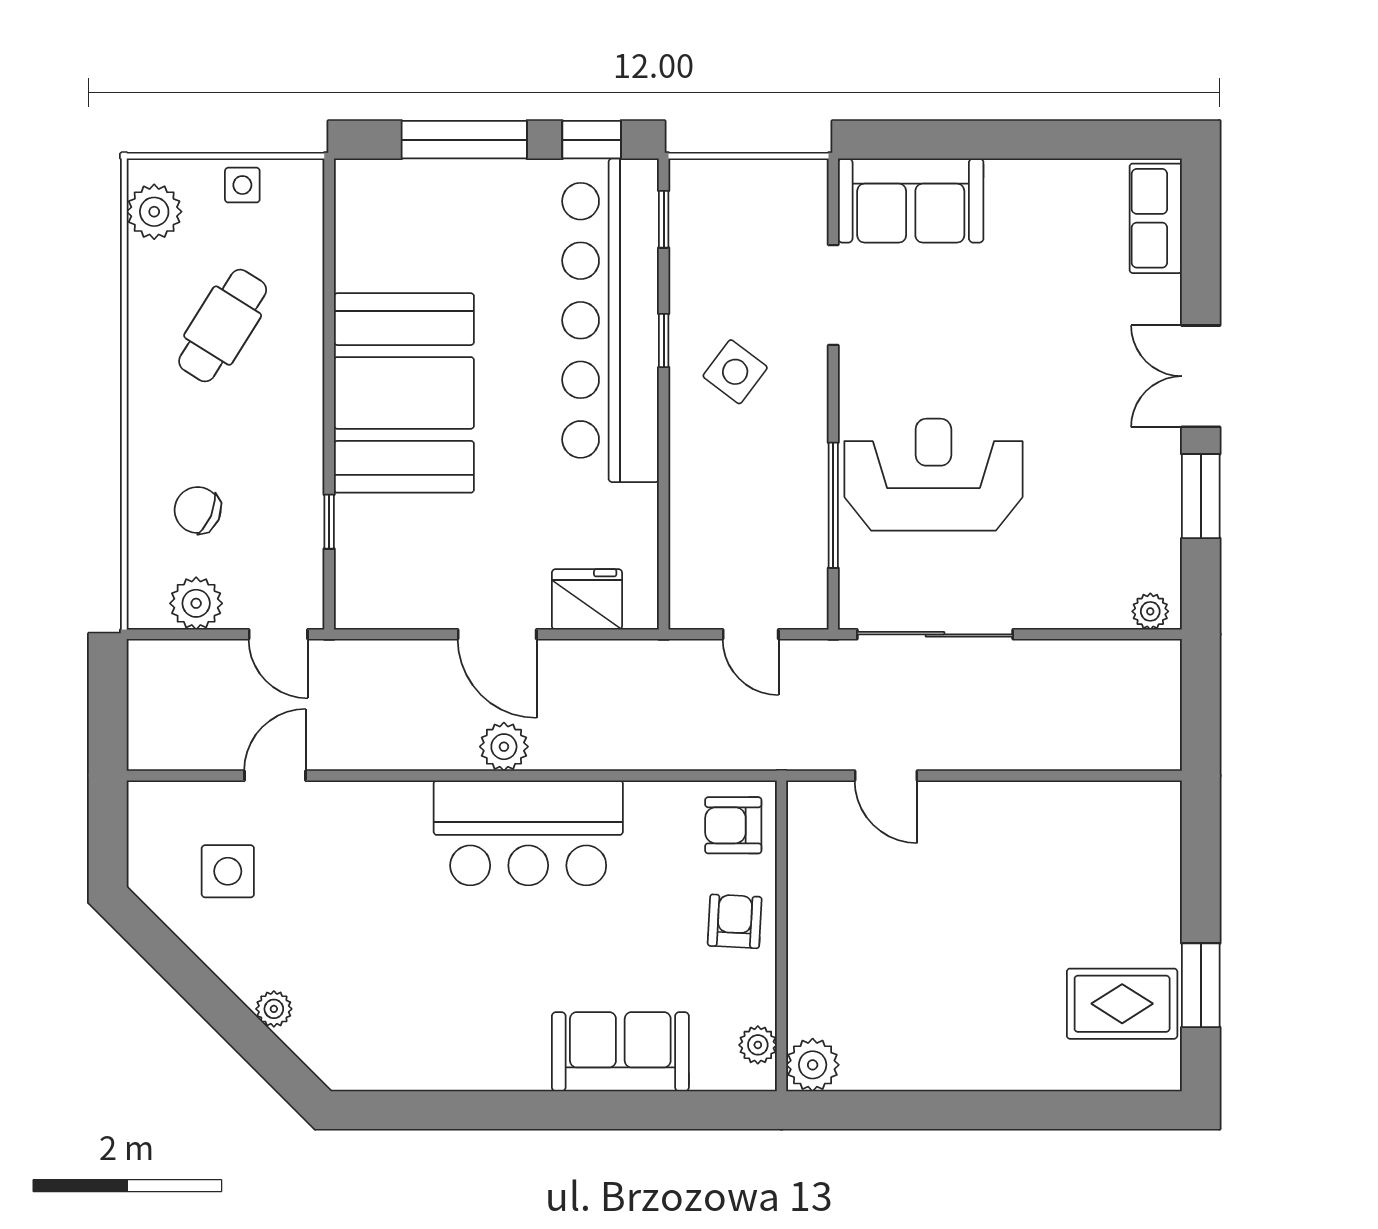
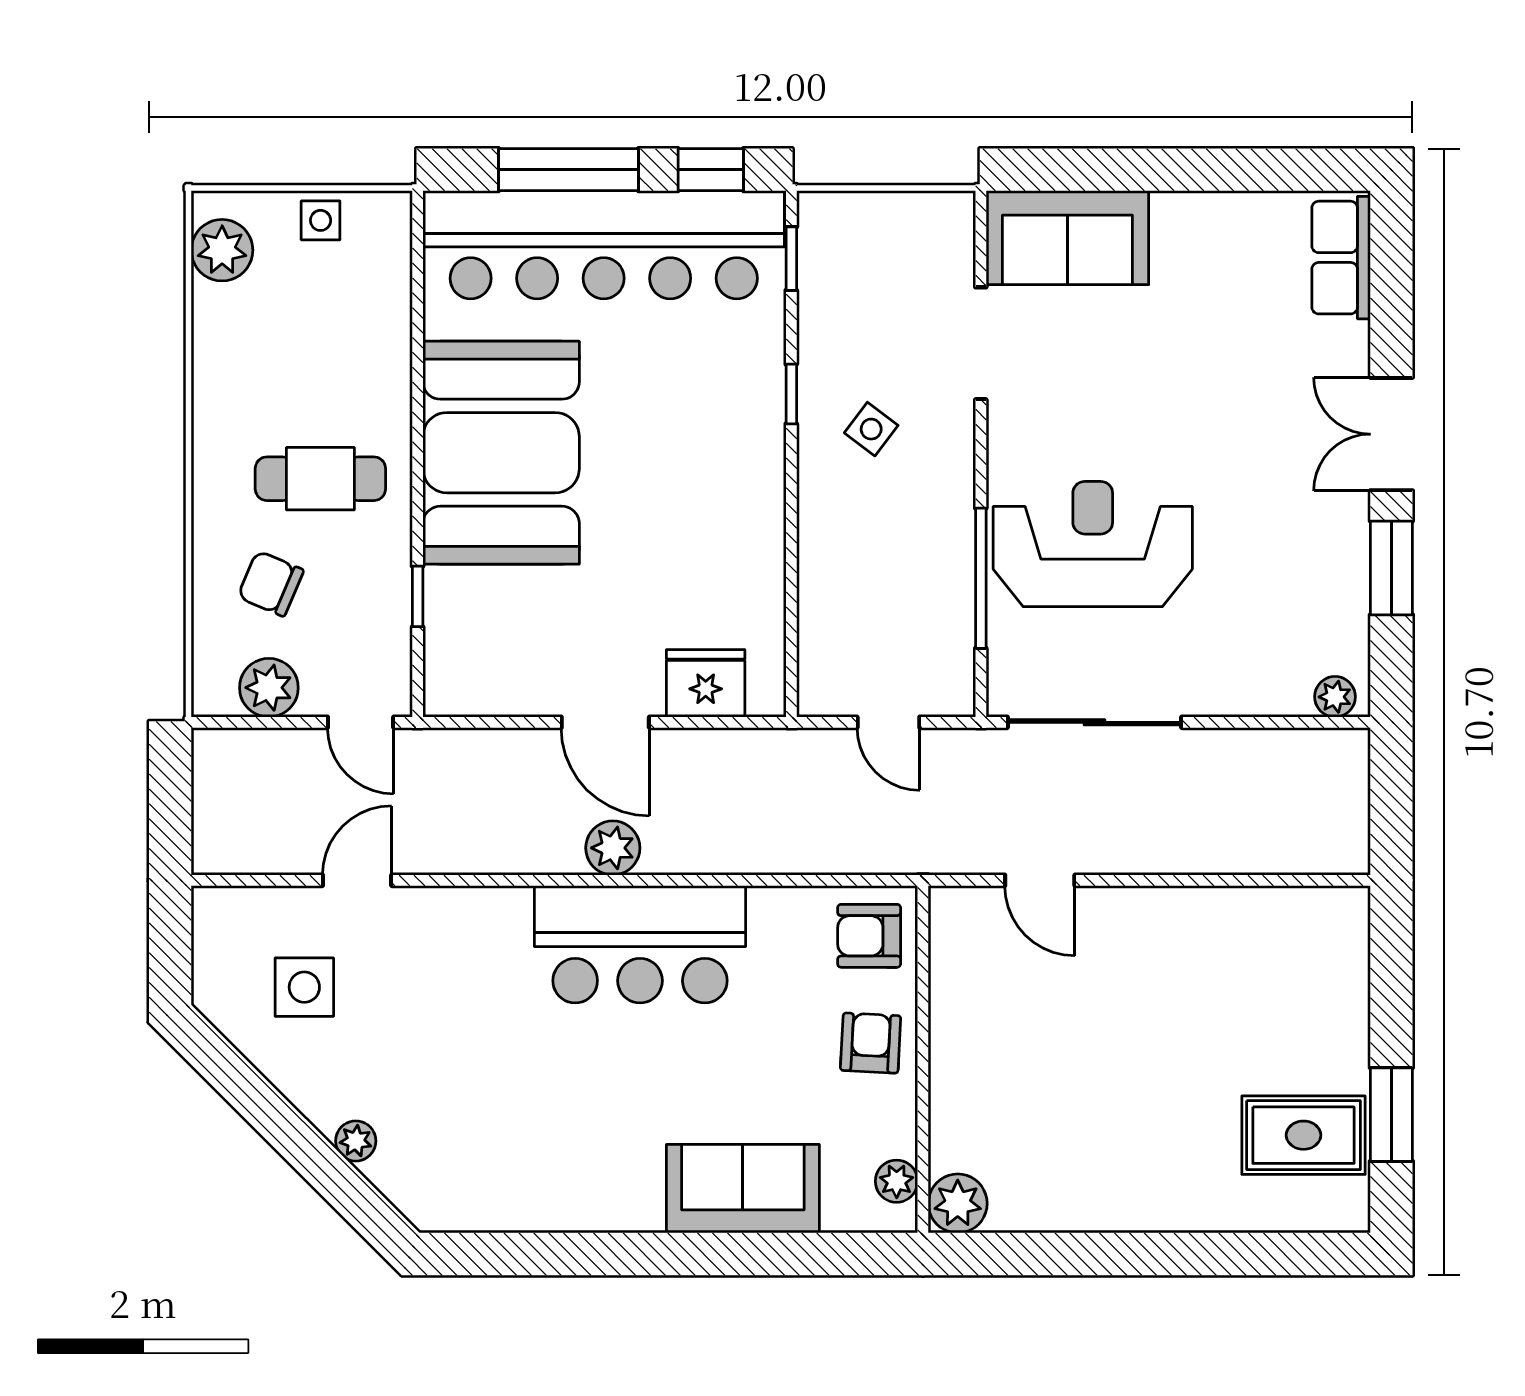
bar counter: (611, 320) -> (604, 245), moved, turned -90
cafe table: (223, 326) -> (320, 479), moved, turned 58
side table: (735, 372) -> (871, 429), width x0.73, depth x0.73

